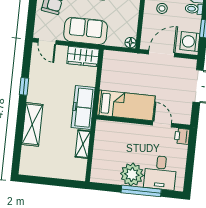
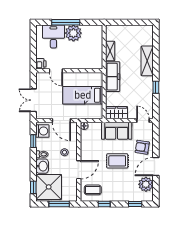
door: (162, 54) -> (61, 120), hinge flipped
bed: (126, 105) -> (83, 95), moved

